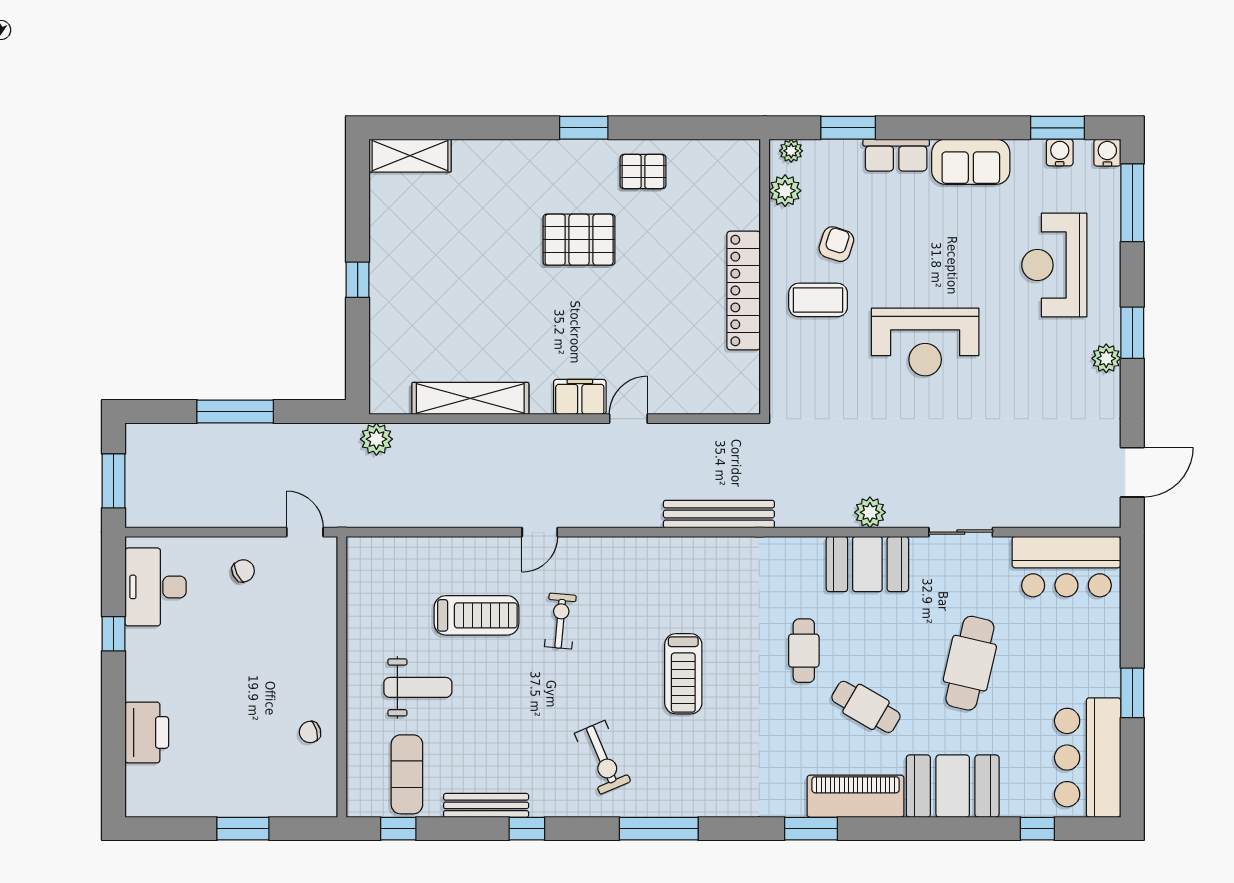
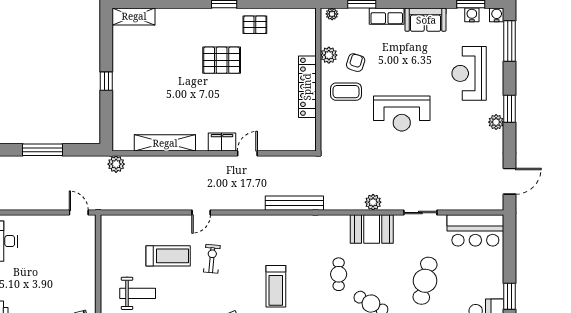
plant: (785, 191) -> (329, 55), moved
chair: (243, 571) -> (47, 233), removed

